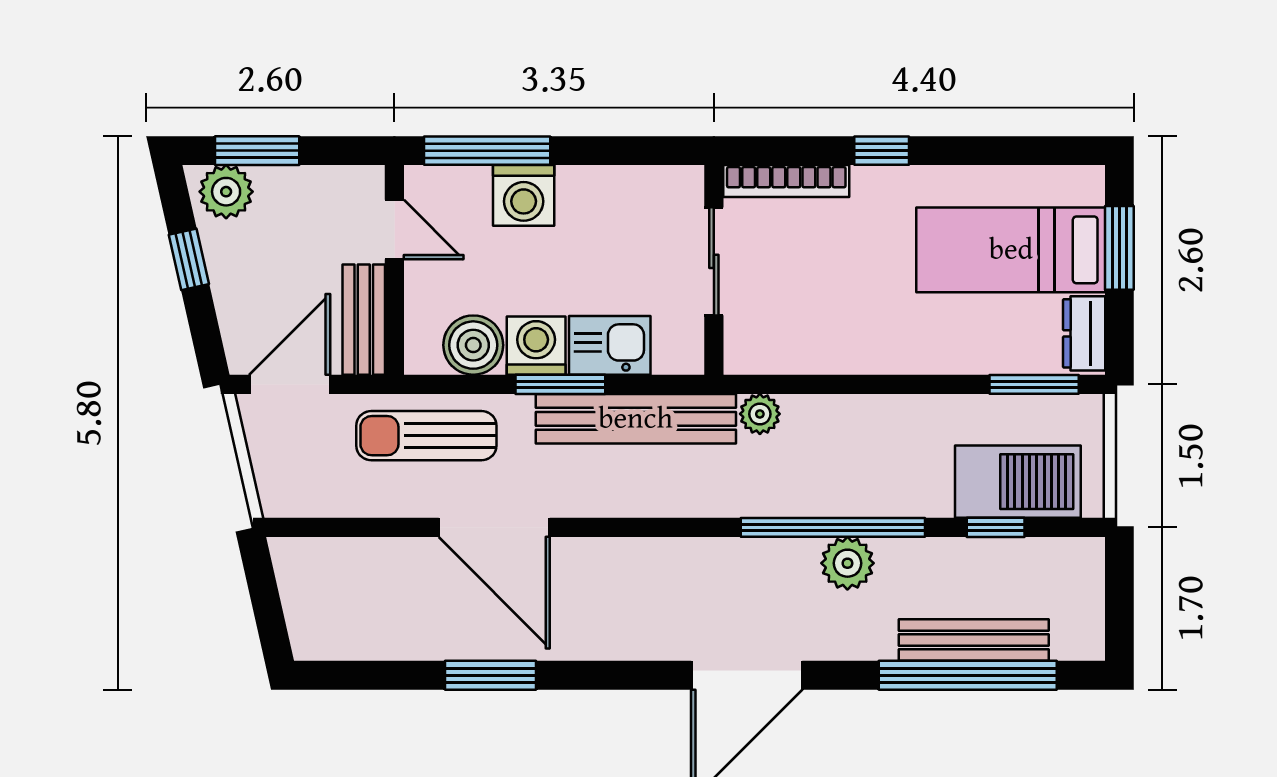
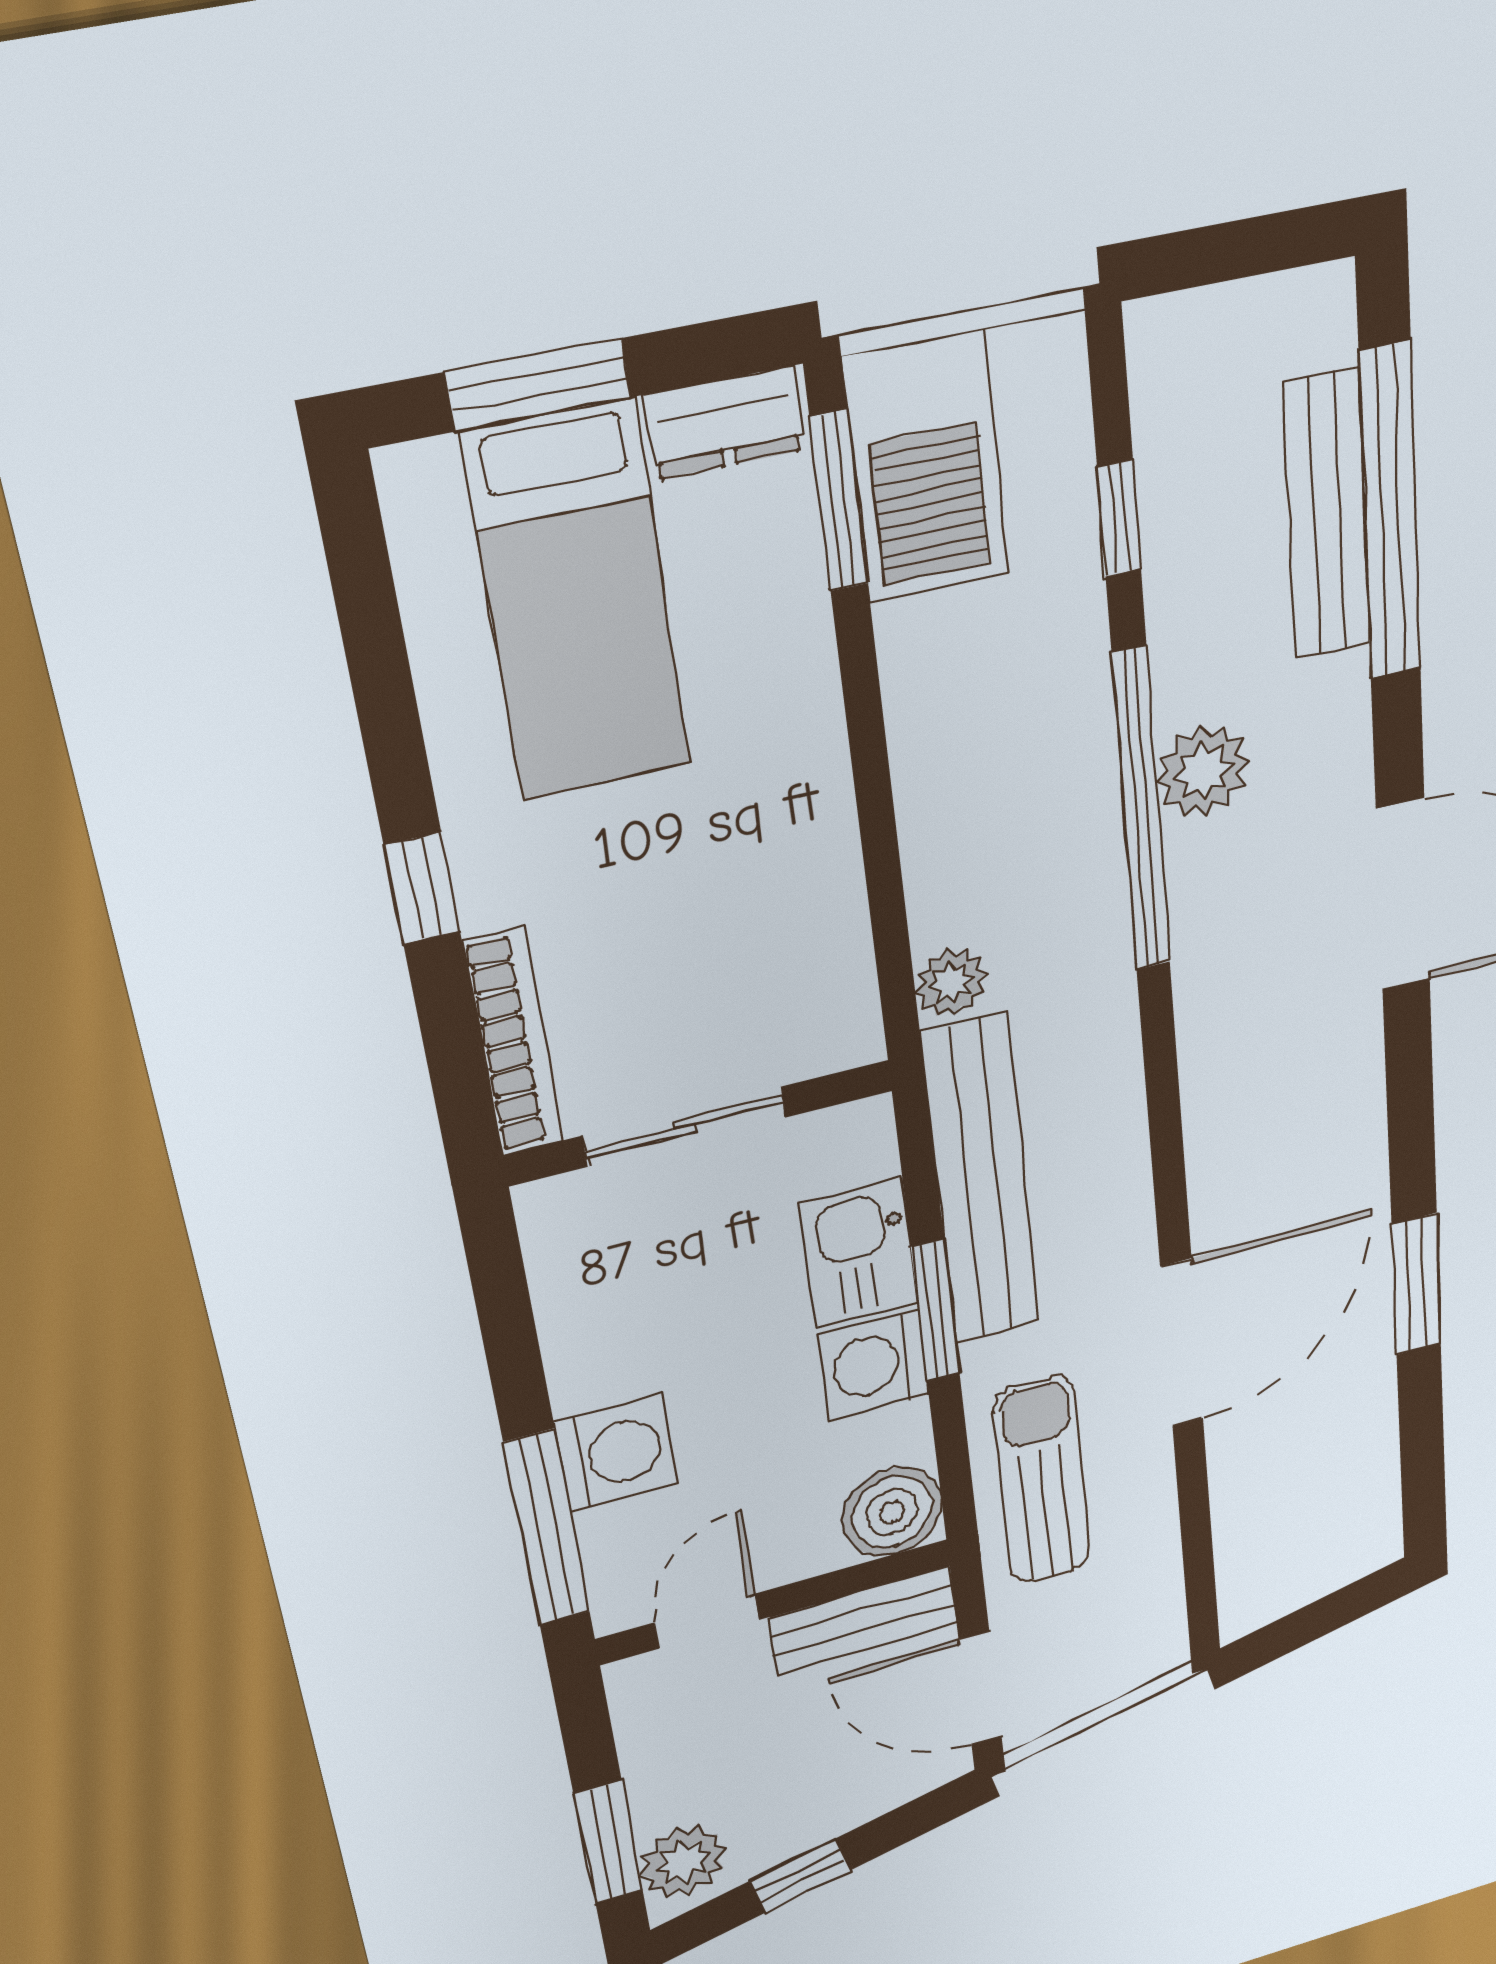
boiler: (473, 345) -> (892, 1512), moved
sun lounger: (426, 436) -> (1042, 1480), turned 180
barbecue: (1018, 482) -> (926, 467), moved, turned 180

